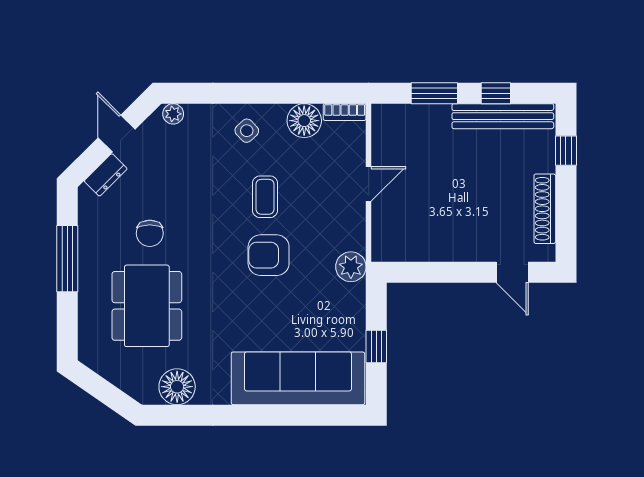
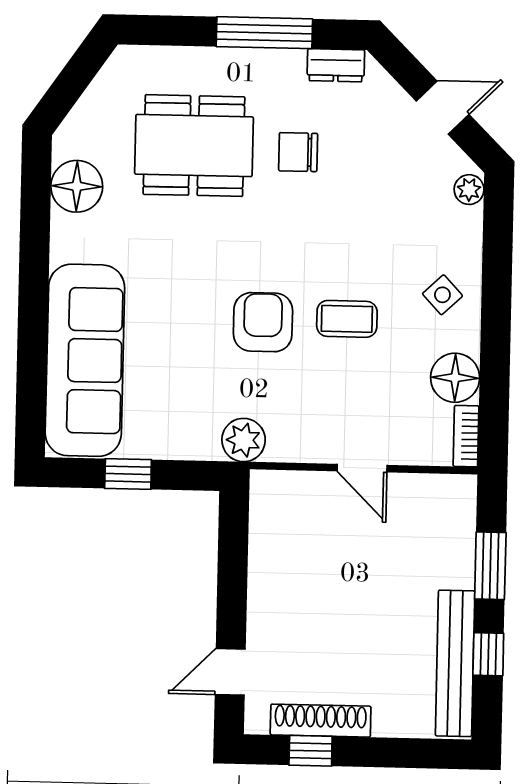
window: (566, 151) -> (311, 751), moved
dresser: (106, 175) -> (336, 65), moved, turned -45

